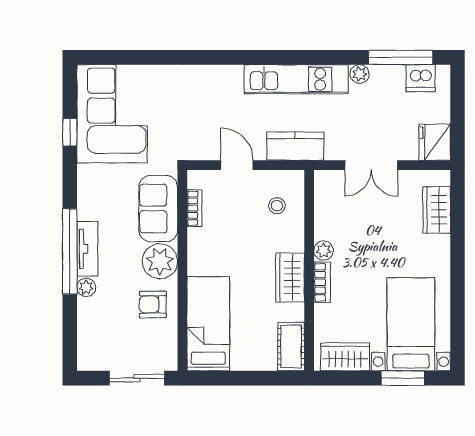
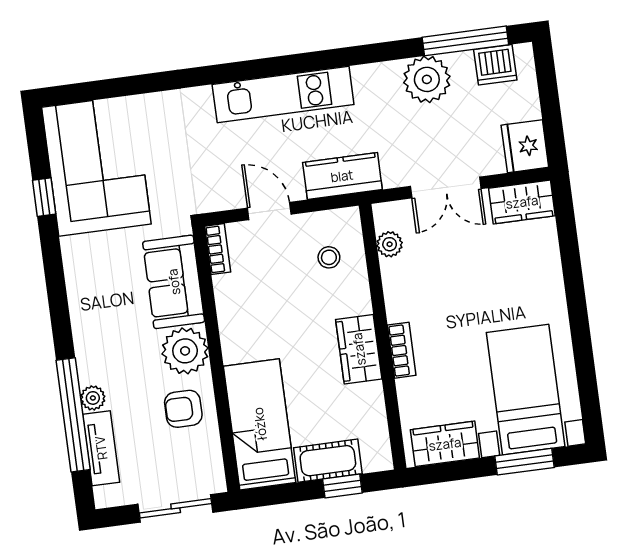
plant: (360, 74) -> (427, 79), width x1.88, depth x1.88
kitchen unit: (296, 79) -> (283, 94), moved
bookcase: (194, 208) -> (218, 249), moved
wardrobe: (437, 210) -> (522, 202), moved, turned -90
tv unit: (87, 249) -> (101, 448), moved
window: (70, 251) -> (73, 415), moved
plant: (324, 251) -> (390, 244), moved
cot: (291, 347) -> (328, 461), moved, turned 90
window: (264, 378) -> (342, 486), added

